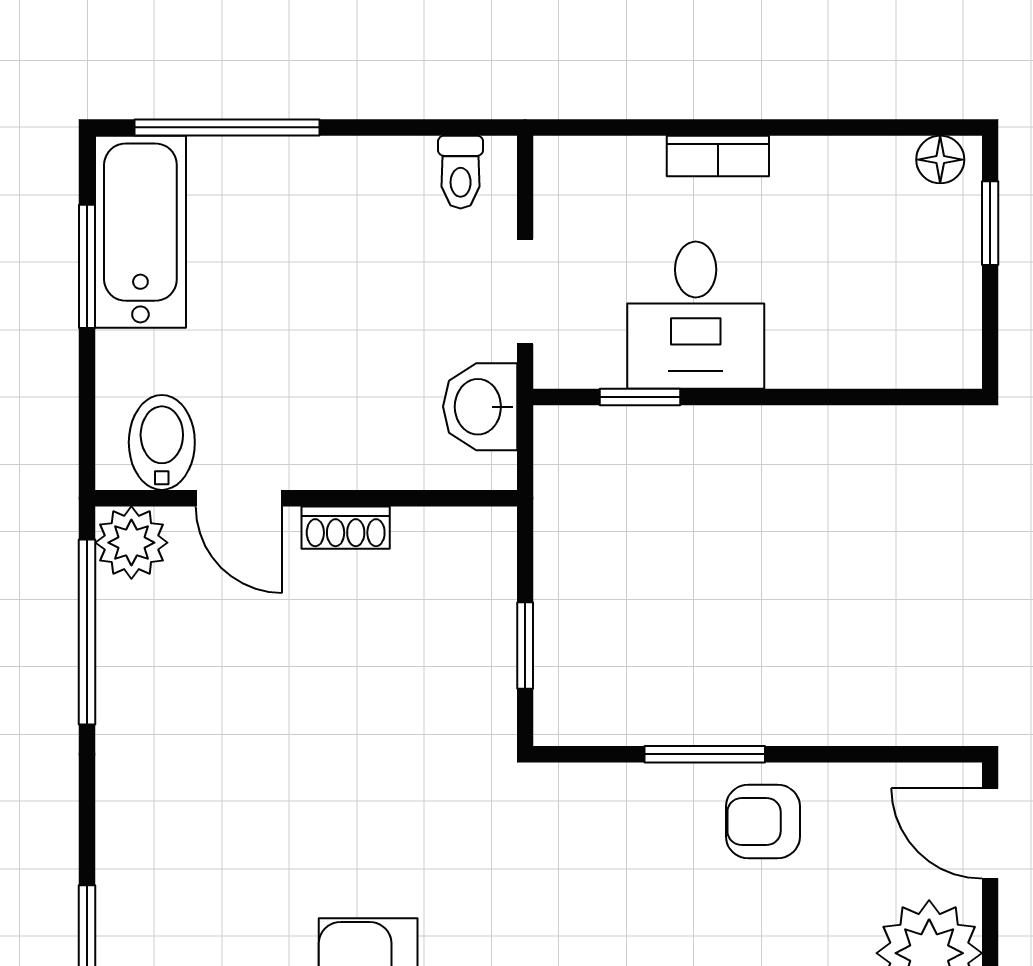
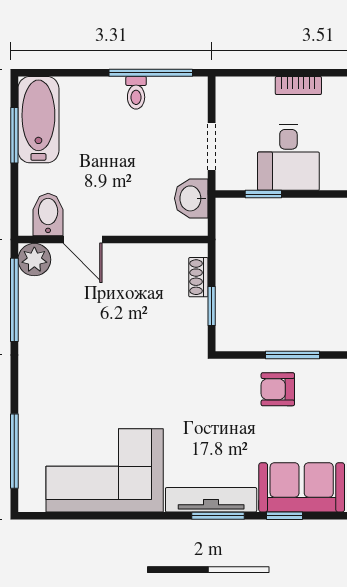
window: (227, 127) -> (151, 73), moved
toilet: (461, 172) -> (136, 93), moved
shoe rack: (346, 528) -> (198, 277), moved, turned 90
armchair: (763, 821) -> (278, 389), moved

